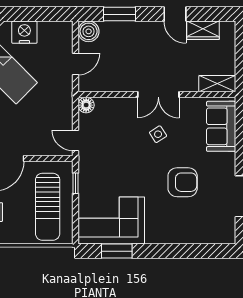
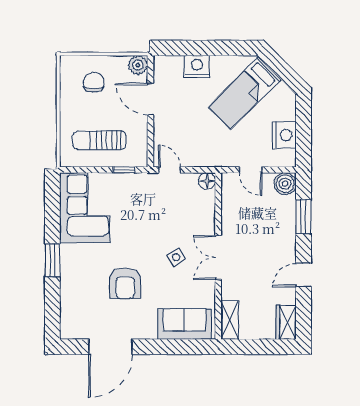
wardrobe: (203, 30) -> (286, 322), moved
nightstand: (24, 32) -> (284, 135), moved
door: (76, 141) -> (170, 170), hinge flipped
sun lounger: (48, 207) -> (99, 140), width x0.73, depth x0.75
window: (117, 251) -> (52, 260), moved

